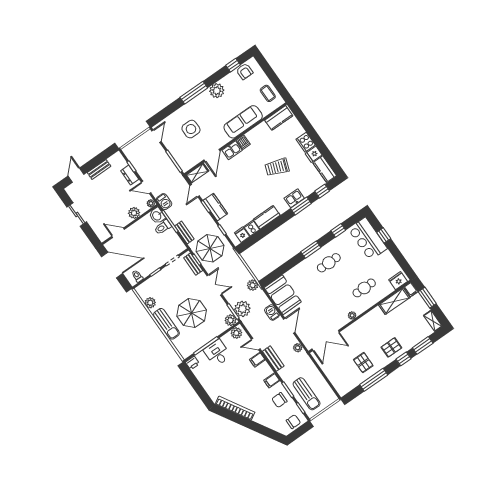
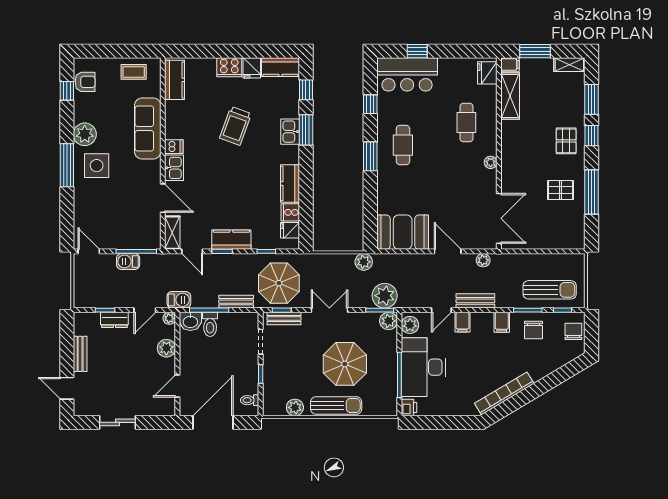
side table: (191, 129) -> (97, 166), moved
barbecue: (272, 312) -> (128, 261), moved
desk: (217, 353) -> (423, 367), width x1.87, depth x1.30

